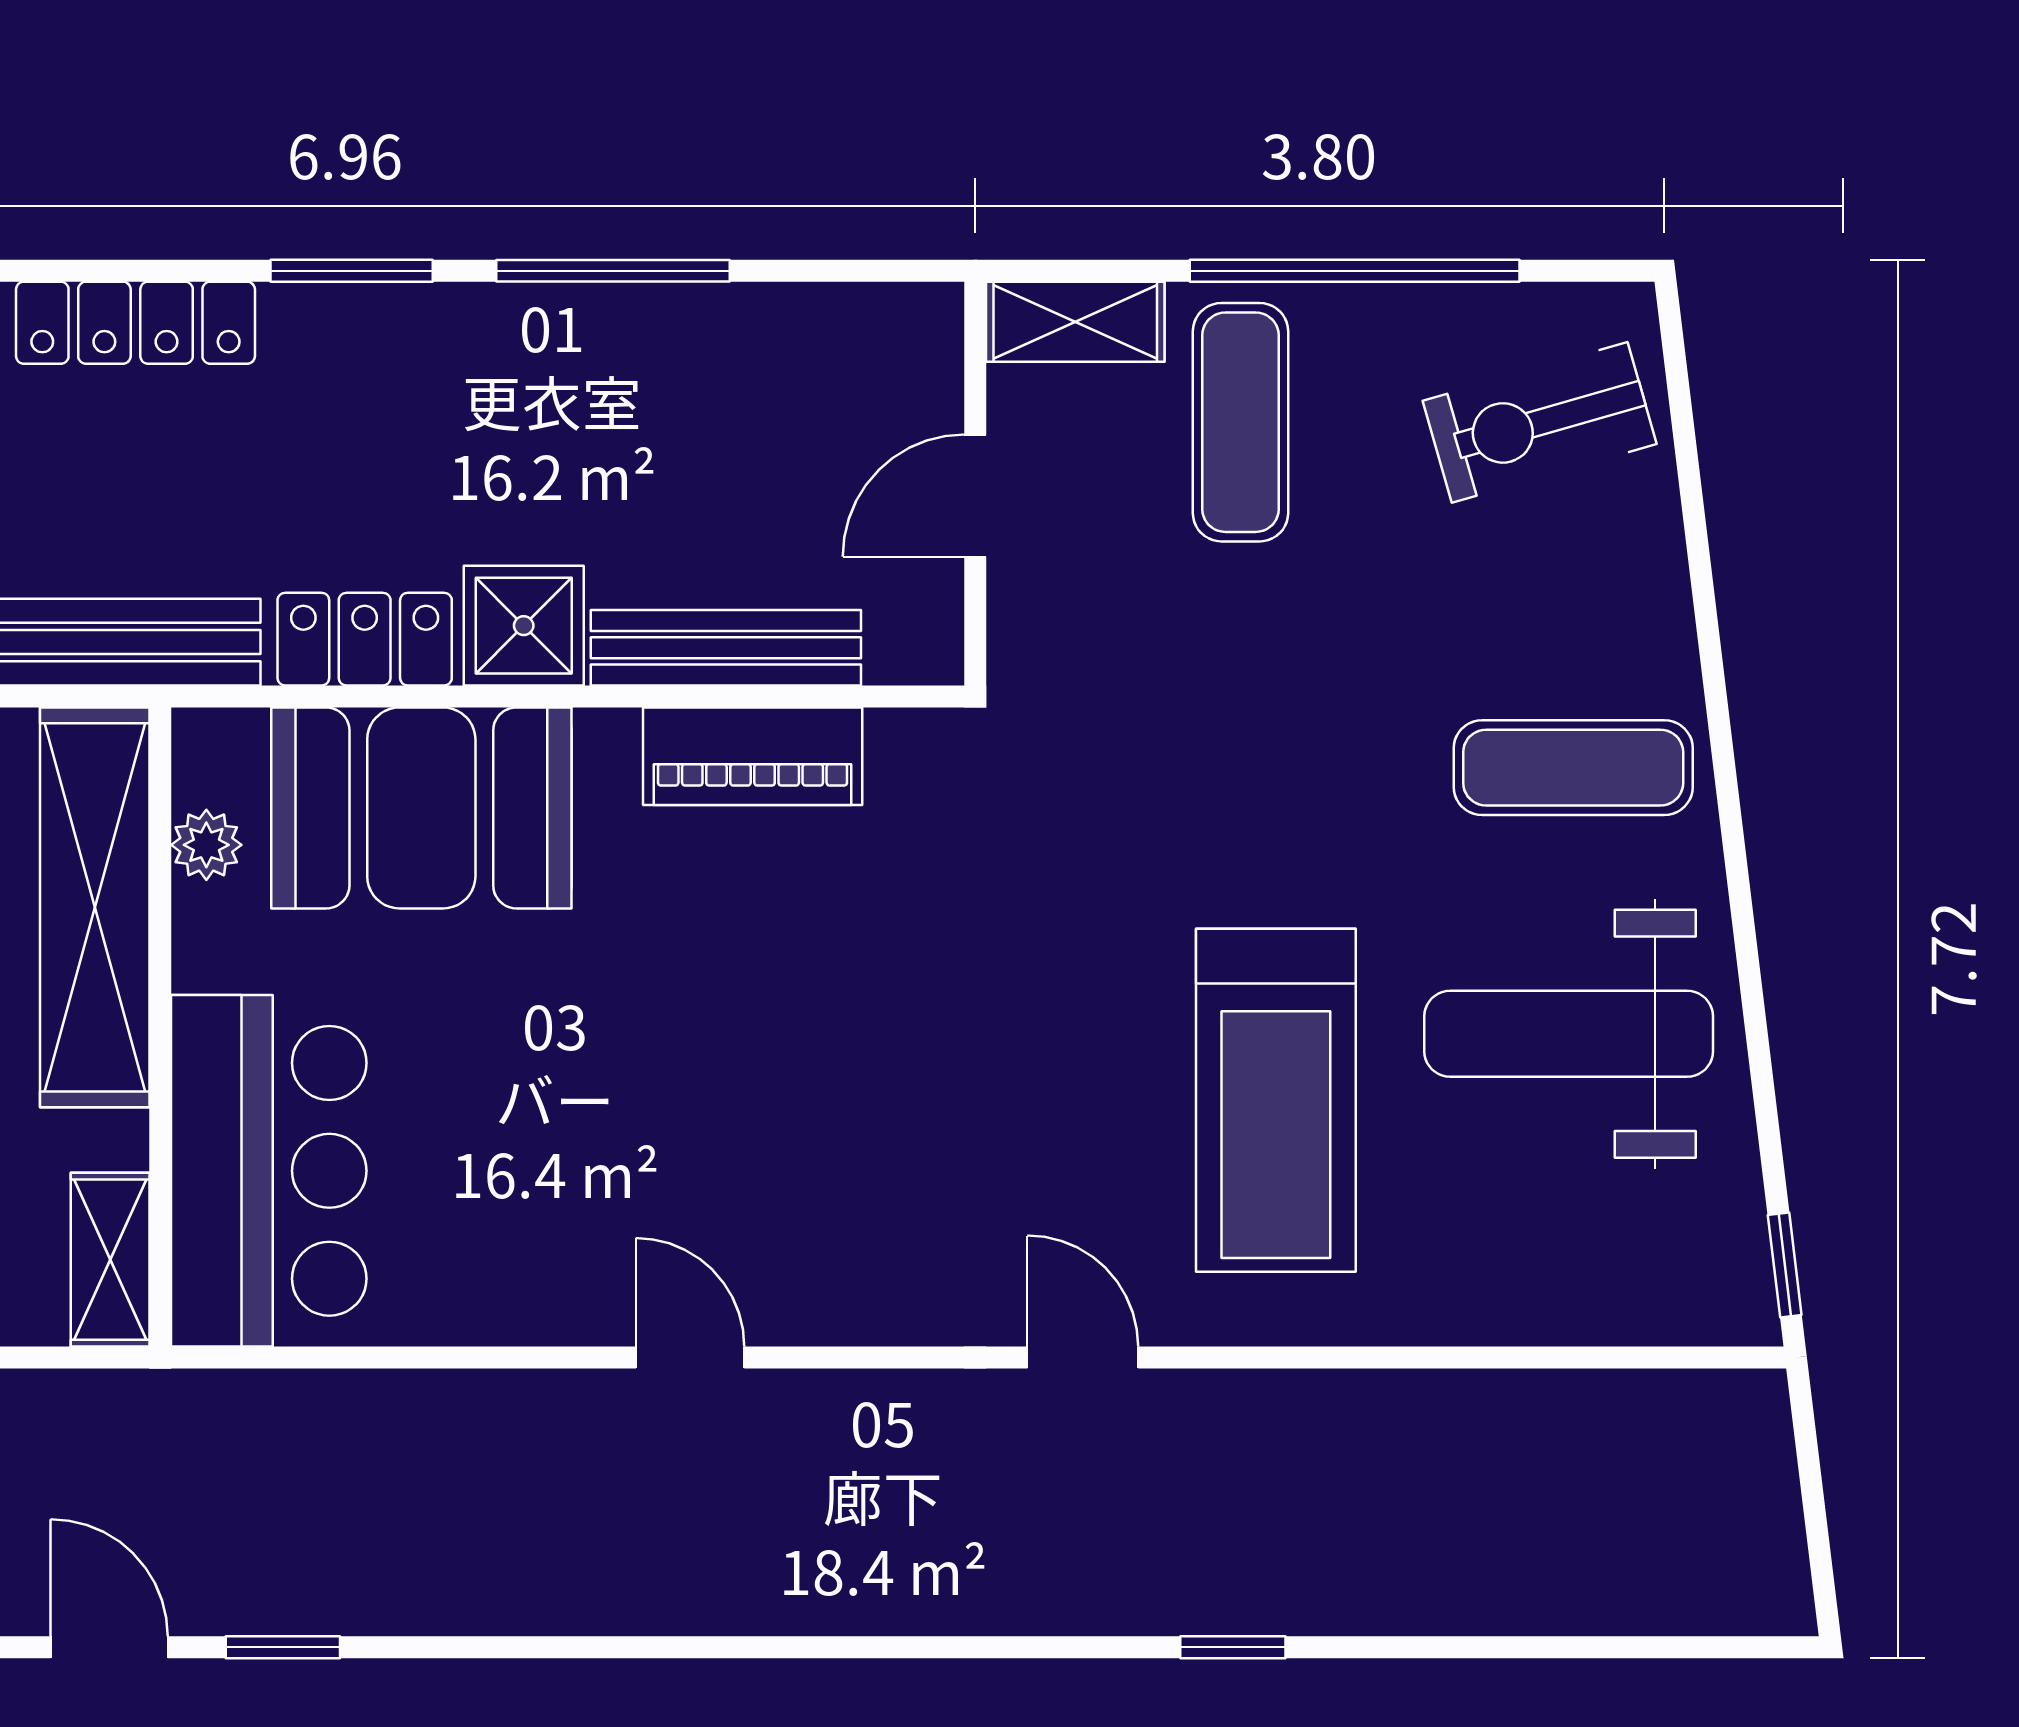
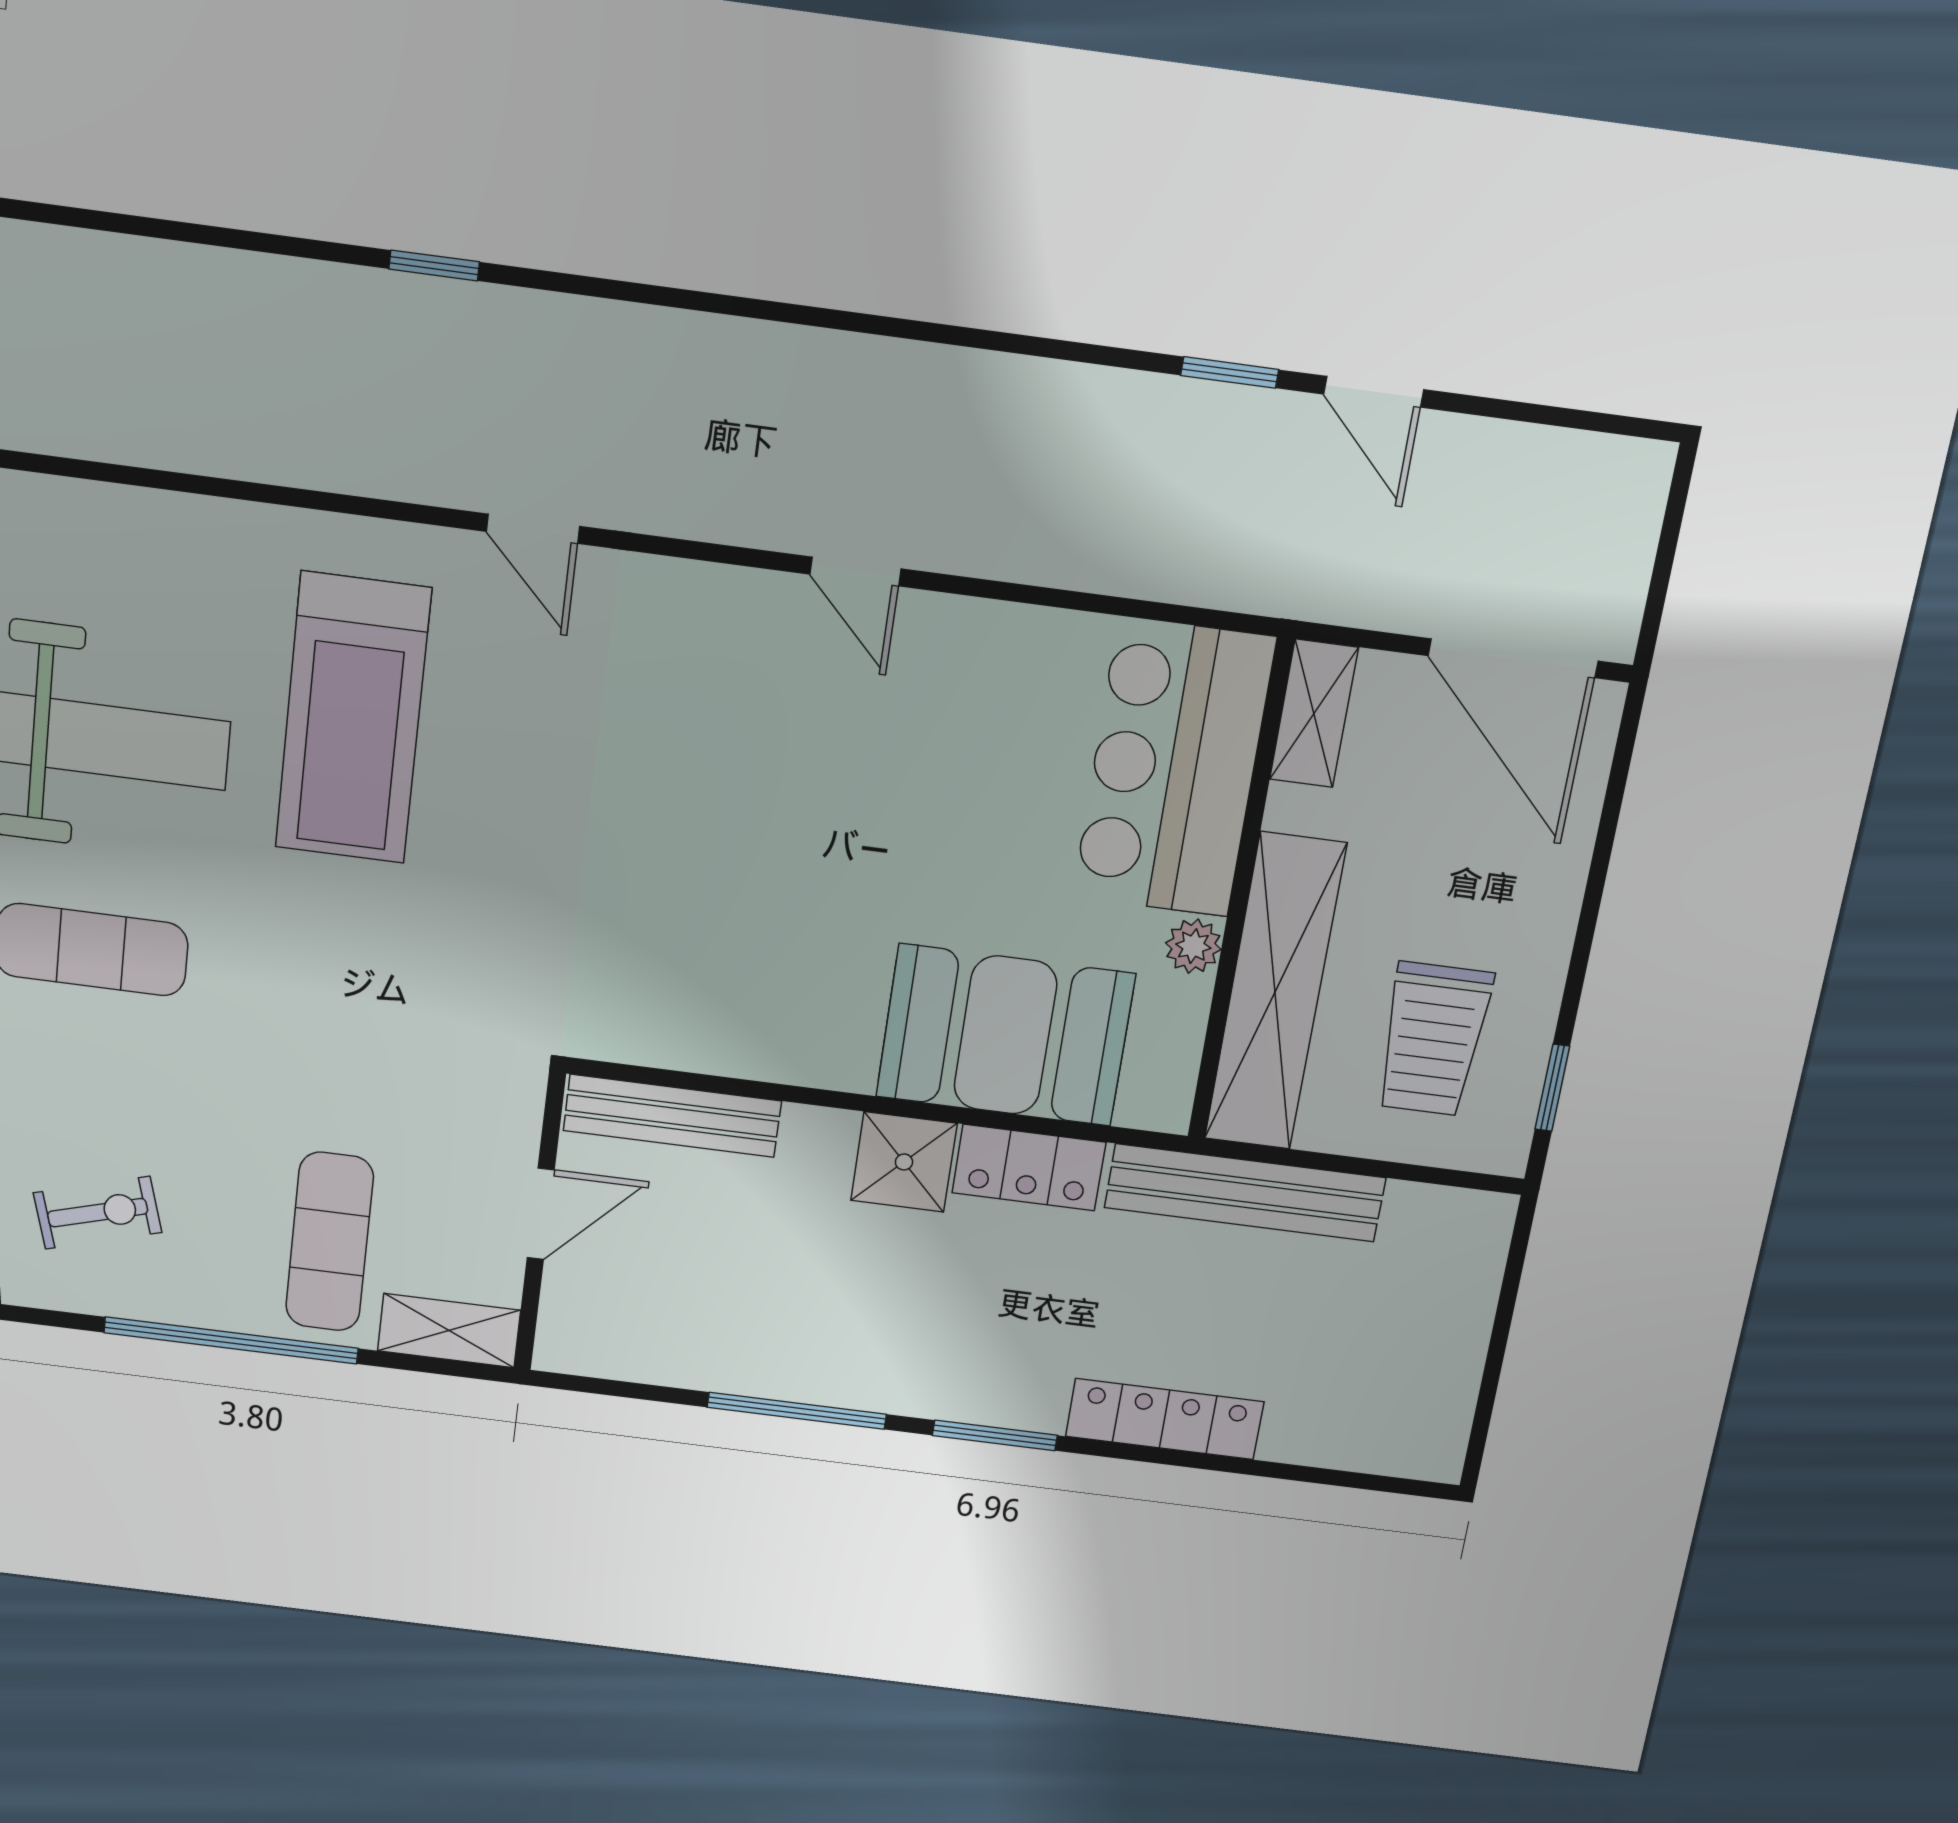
exercise bike: (1540, 422) -> (98, 1213), width x0.73, depth x0.72
bench: (726, 648) -> (672, 1116), moved
piano: (753, 756) -> (739, 1041), removed
plant: (206, 845) -> (1193, 946), moved
treadmill: (1276, 1100) -> (353, 718), turned 180

